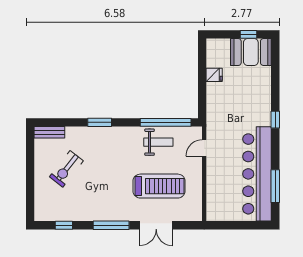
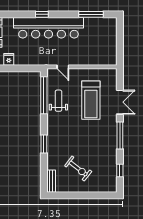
bar counter: (257, 174) -> (48, 28), moved
treadmill: (159, 186) -> (91, 100), turned 180

